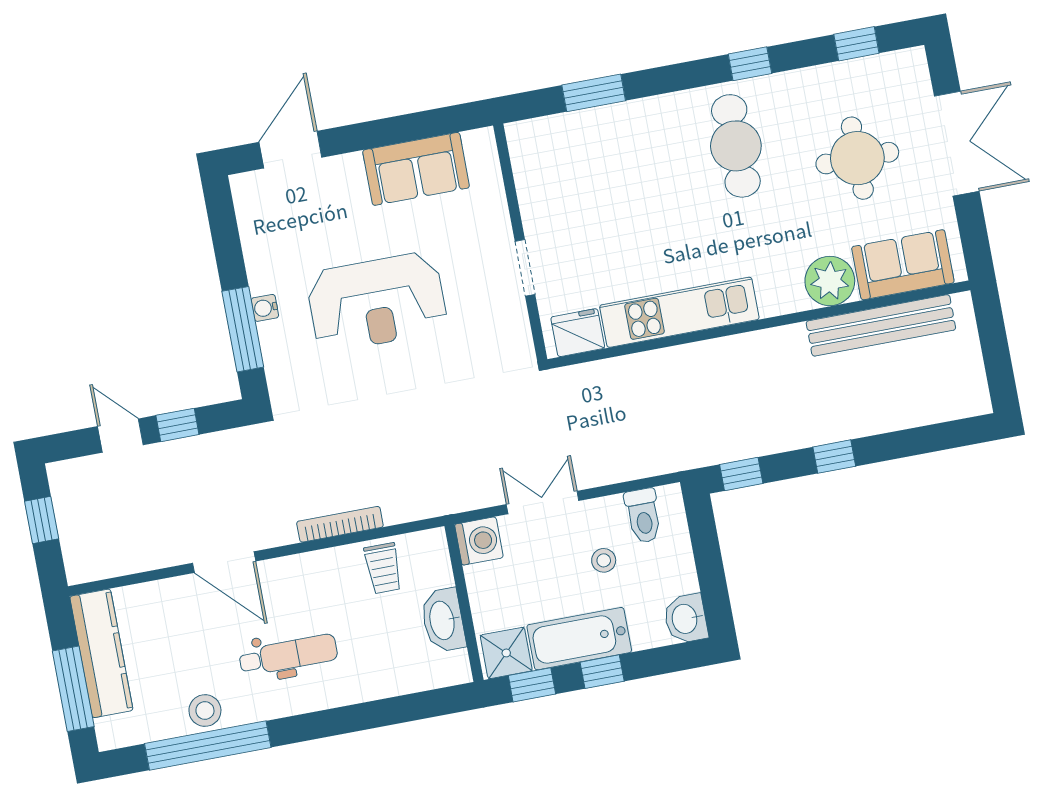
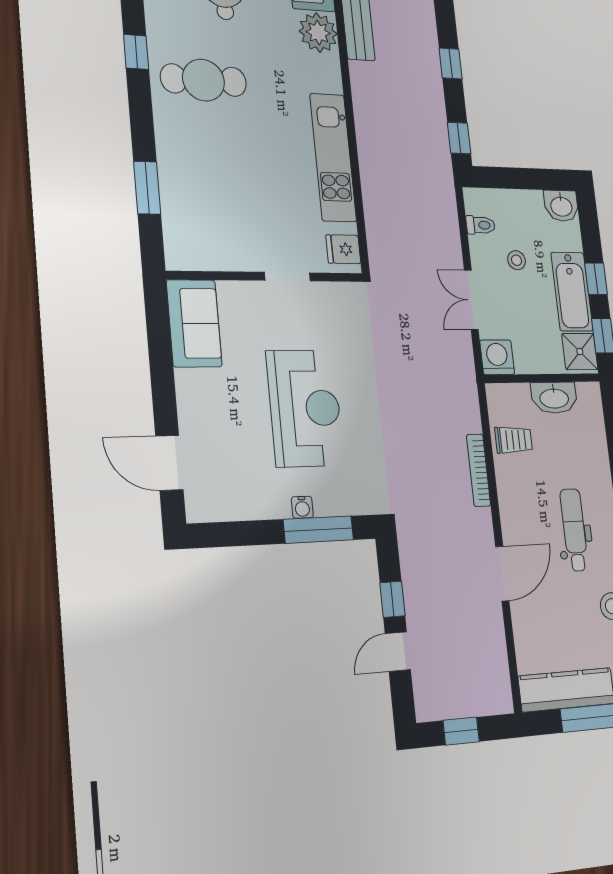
sofa: (416, 169) -> (194, 323), moved
fridge: (578, 333) -> (343, 249), width x0.72
toilet: (643, 516) -> (481, 225), width x0.73, depth x0.72

